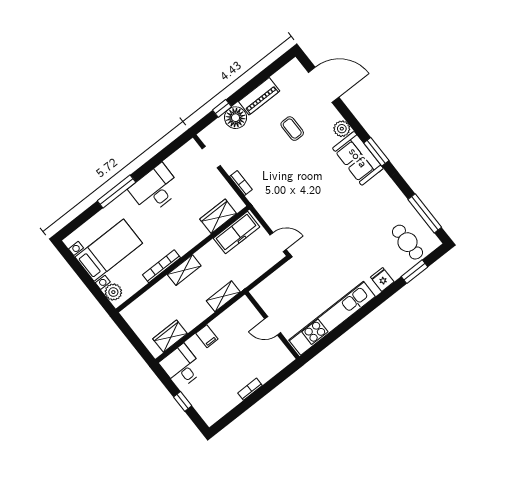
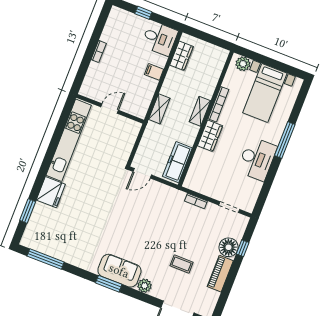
wardrobe: (218, 216) -> (210, 136), moved
cafe table: (407, 242) -> (46, 230), removed
fridge: (382, 279) -> (51, 192), width x1.88, depth x1.34

